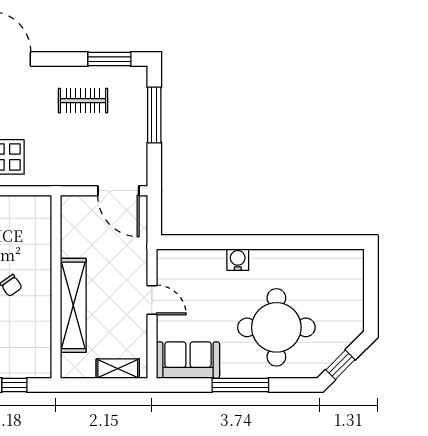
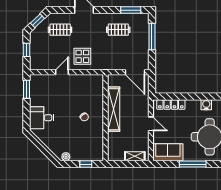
locker: (194, 259) -> (171, 105), added
water cooler: (238, 260) -> (206, 105), moved
shelving: (73, 305) -> (114, 109), moved

